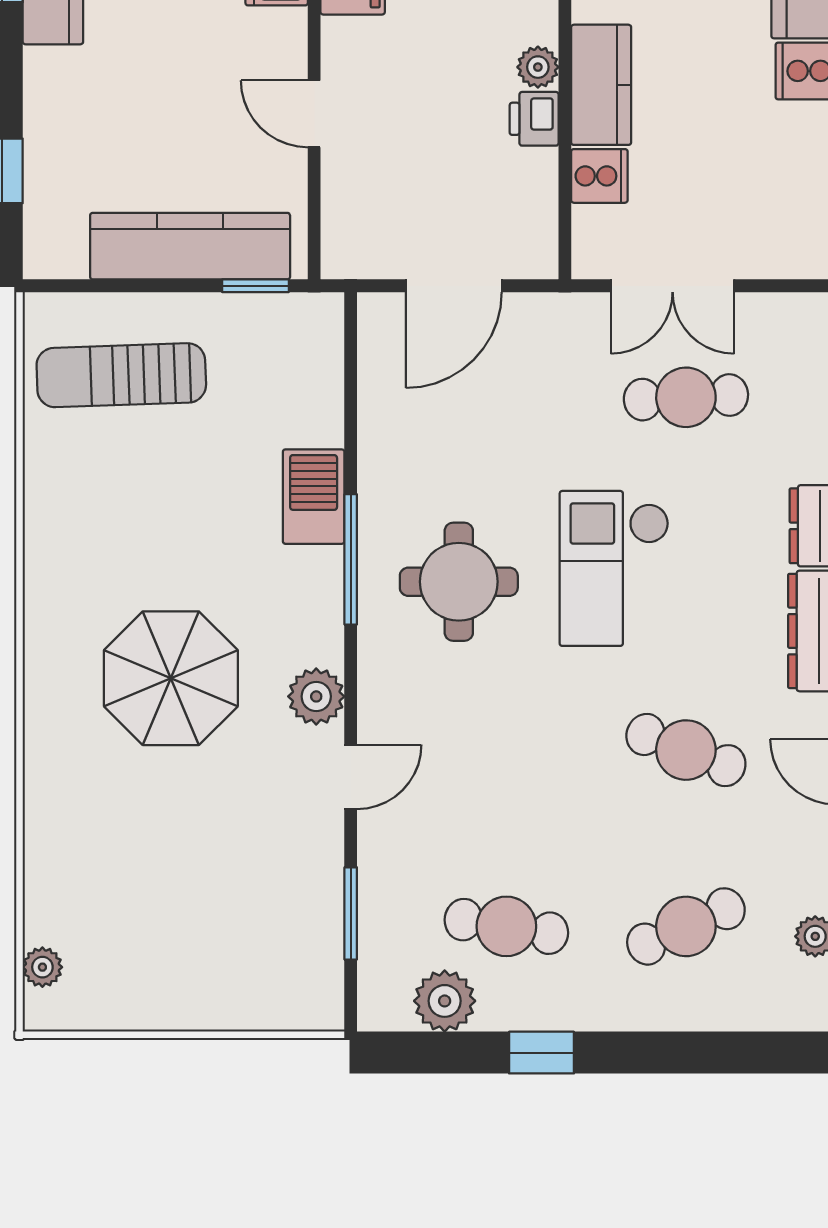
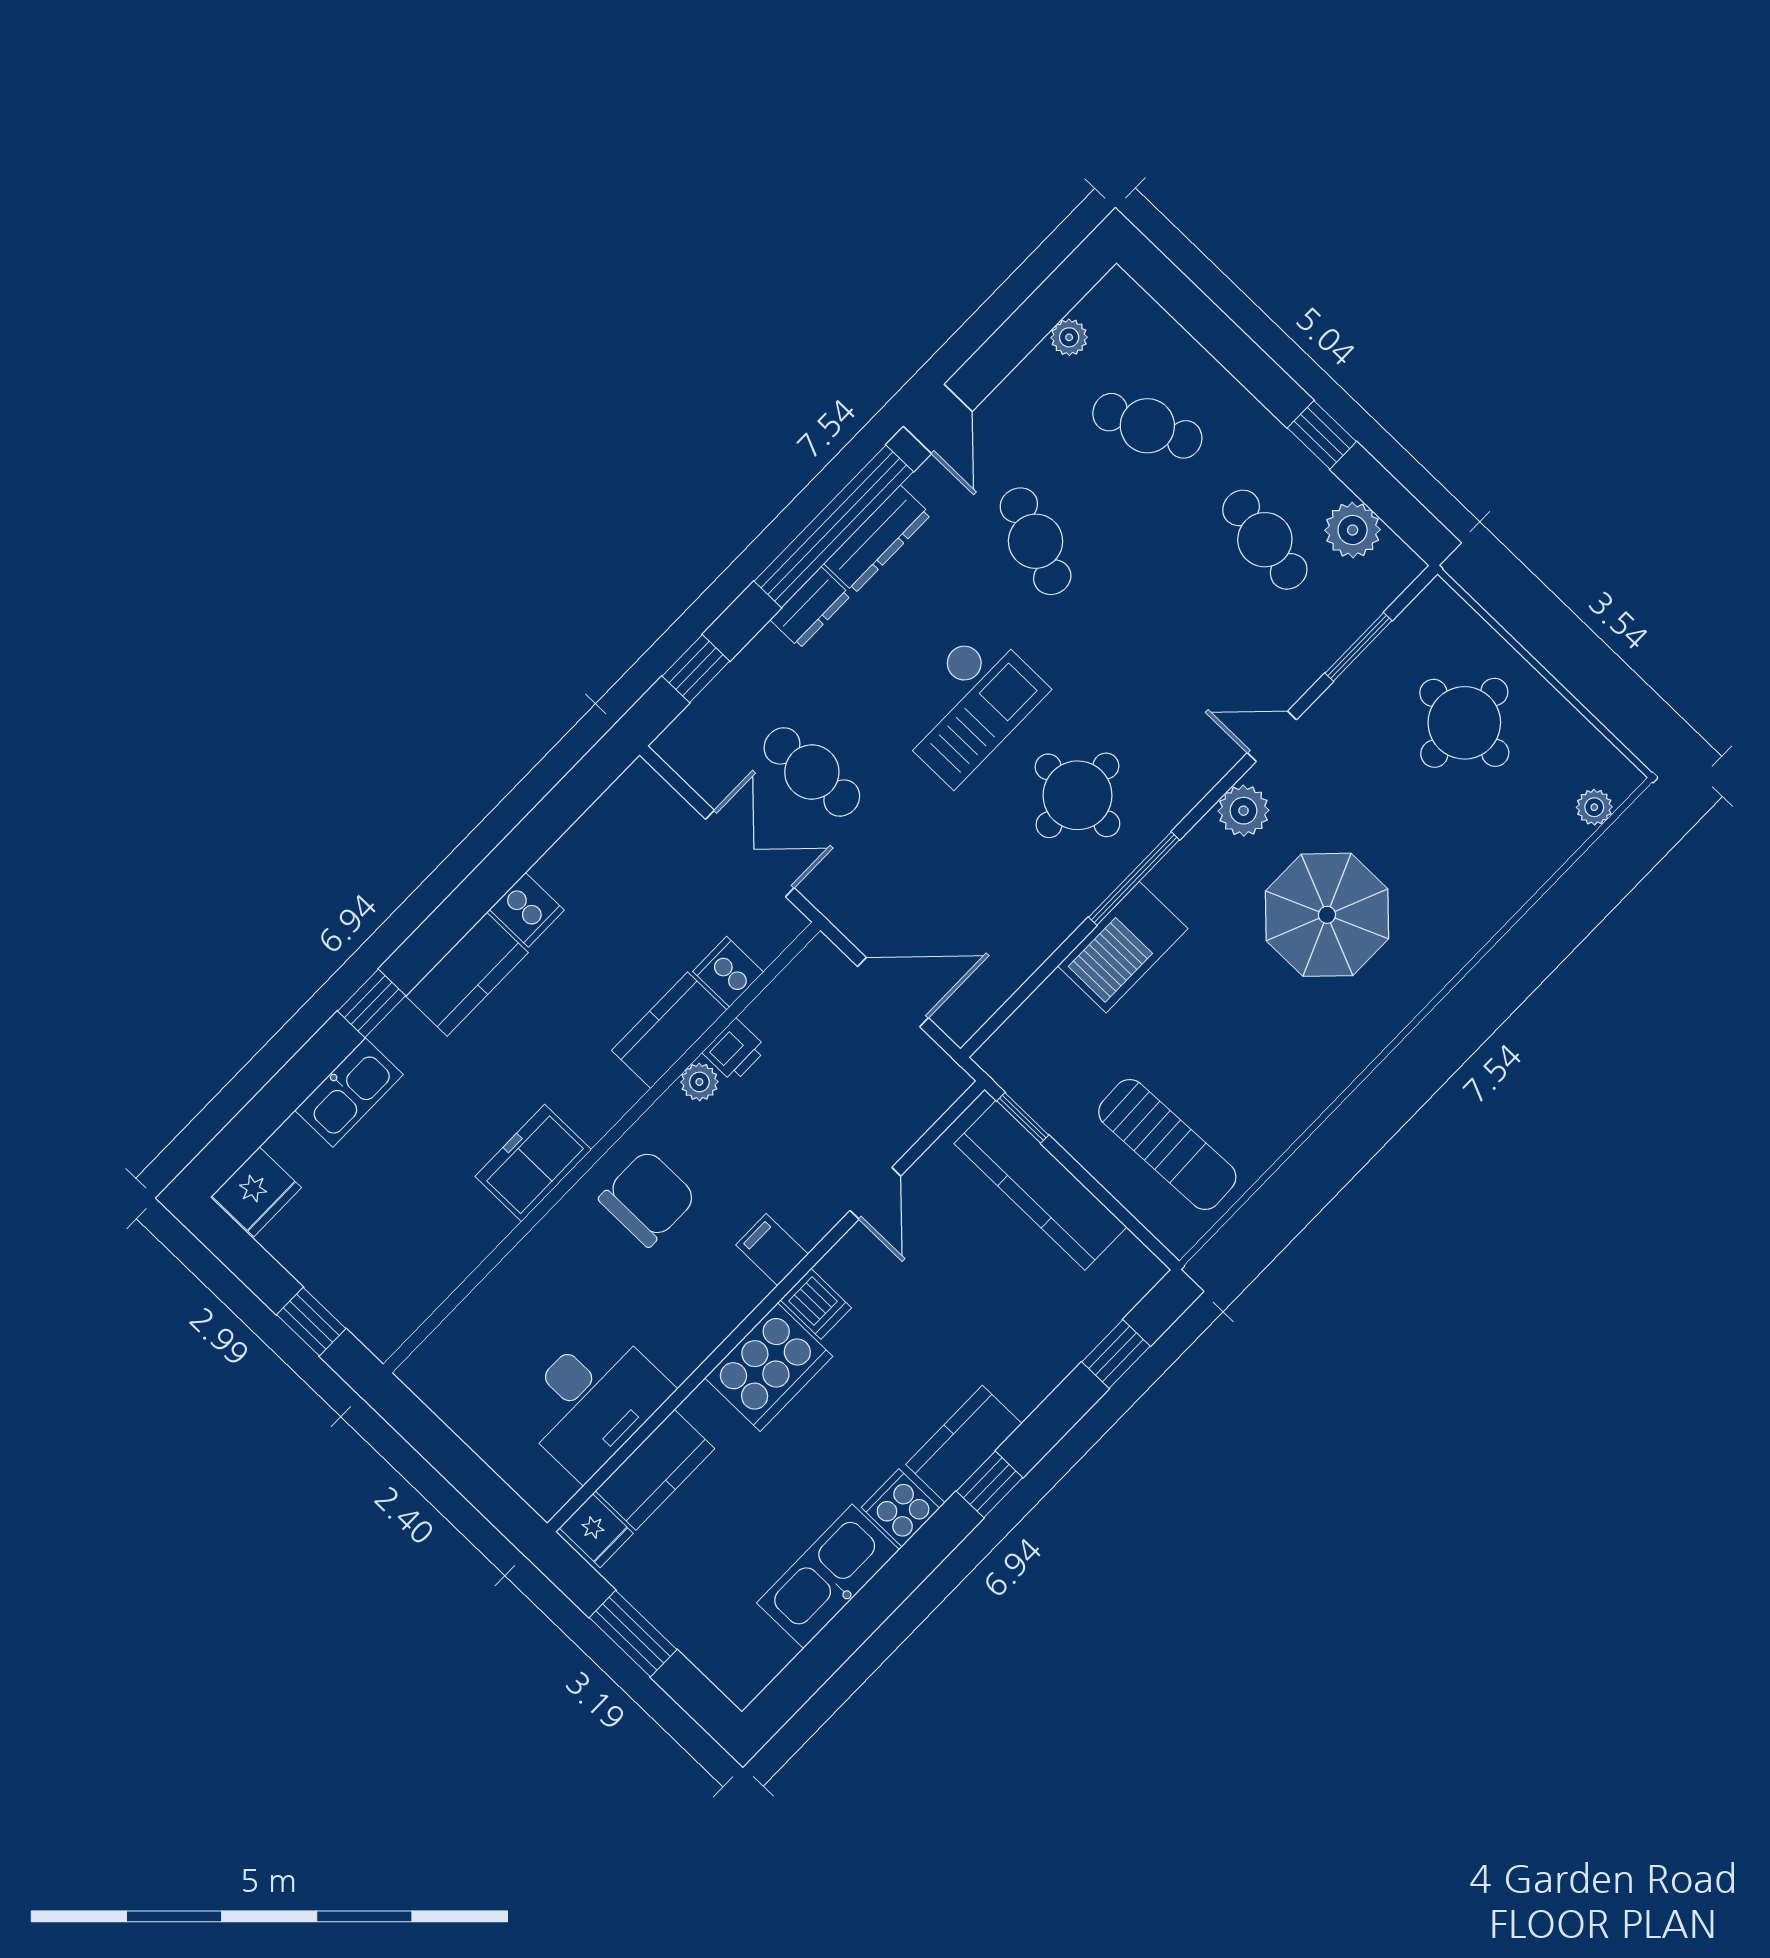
barbecue: (314, 497) -> (1123, 947), width x1.37, depth x1.21
round table: (209, 934) -> (1464, 723), added

